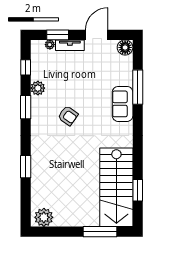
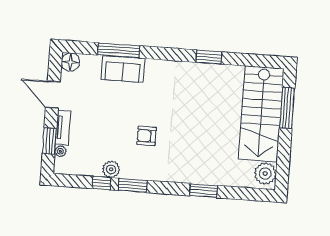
window: (26, 67) -> (102, 183), moved
sofa: (123, 104) -> (123, 69), moved
armchair: (68, 116) -> (147, 136), turned -125
stairs: (116, 187) -> (261, 114), moved, turned 90
window: (138, 190) -> (209, 57), moved

